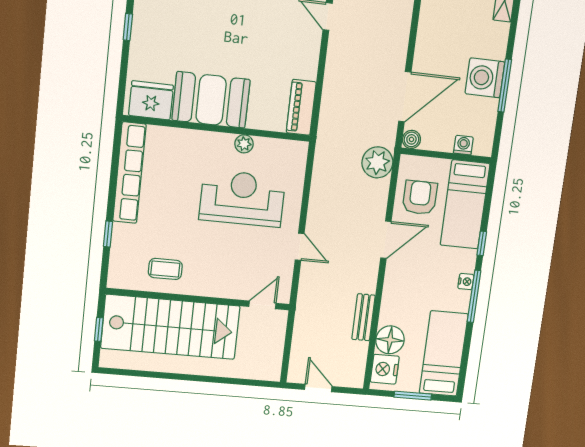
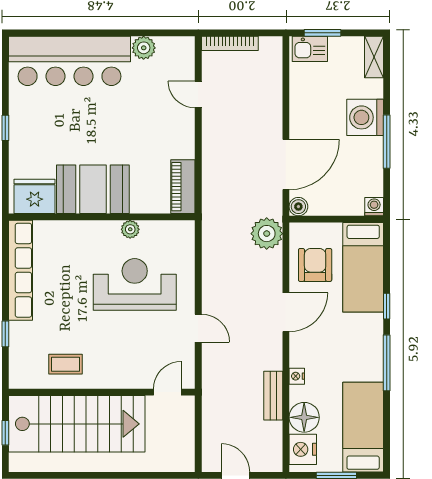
washing machine: (485, 78) -> (365, 117), moved
washing machine: (463, 145) -> (374, 207), moved
nightstand: (466, 282) -> (297, 376), moved, turned 180

